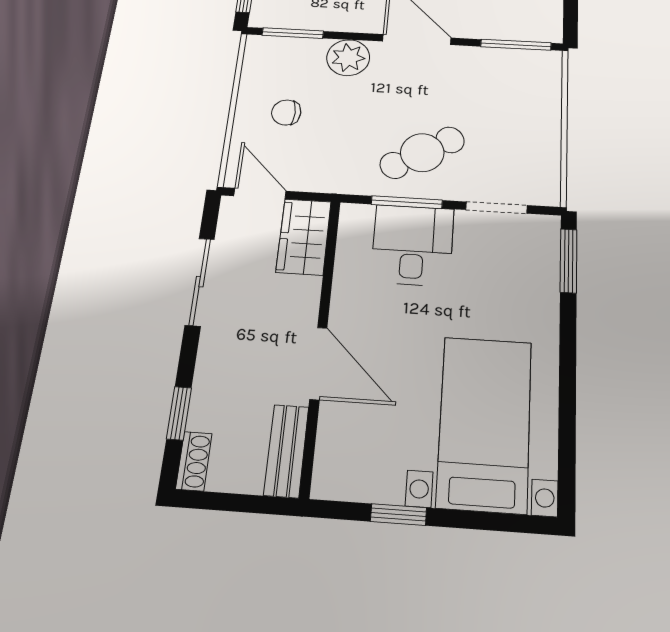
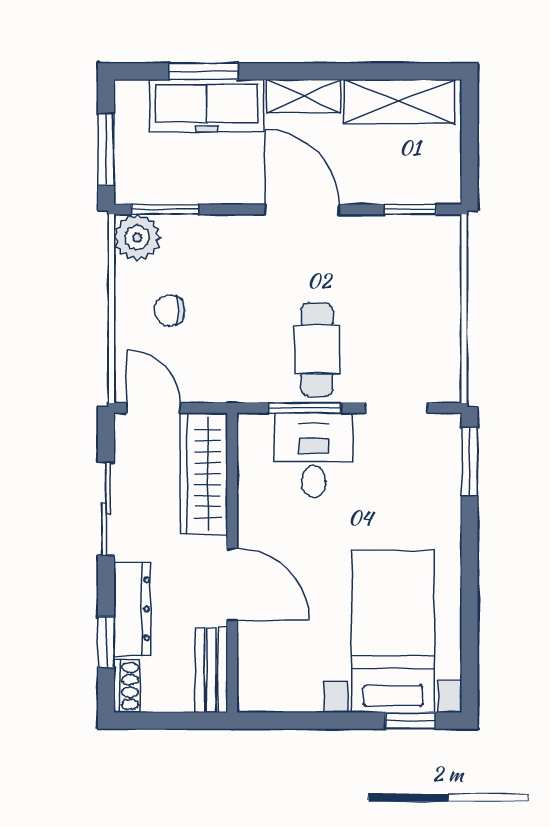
window: (516, 45) -> (411, 209), width x0.67
plant: (348, 58) -> (137, 237), moved
cafe table: (422, 153) -> (317, 349), turned -59
wardrobe: (304, 237) -> (204, 474), width x1.50
dresser: (212, 381) -> (132, 609), added
window: (399, 515) -> (410, 721), moved

